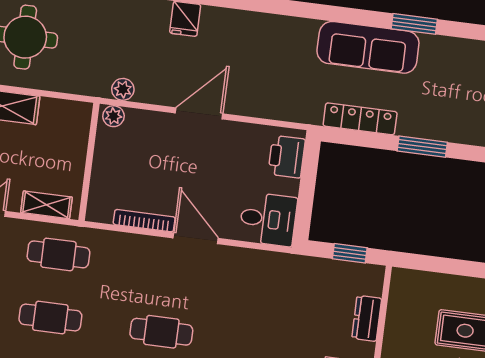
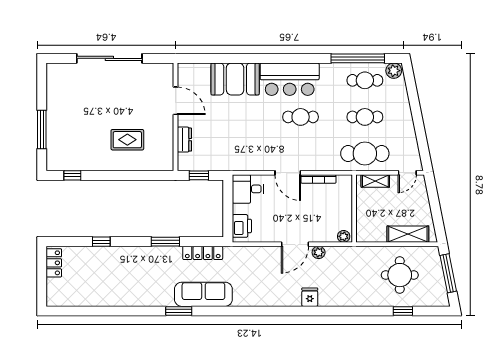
plant: (123, 89) -> (319, 252), moved
cafe table: (58, 254) -> (365, 154), width x1.37, depth x1.35

